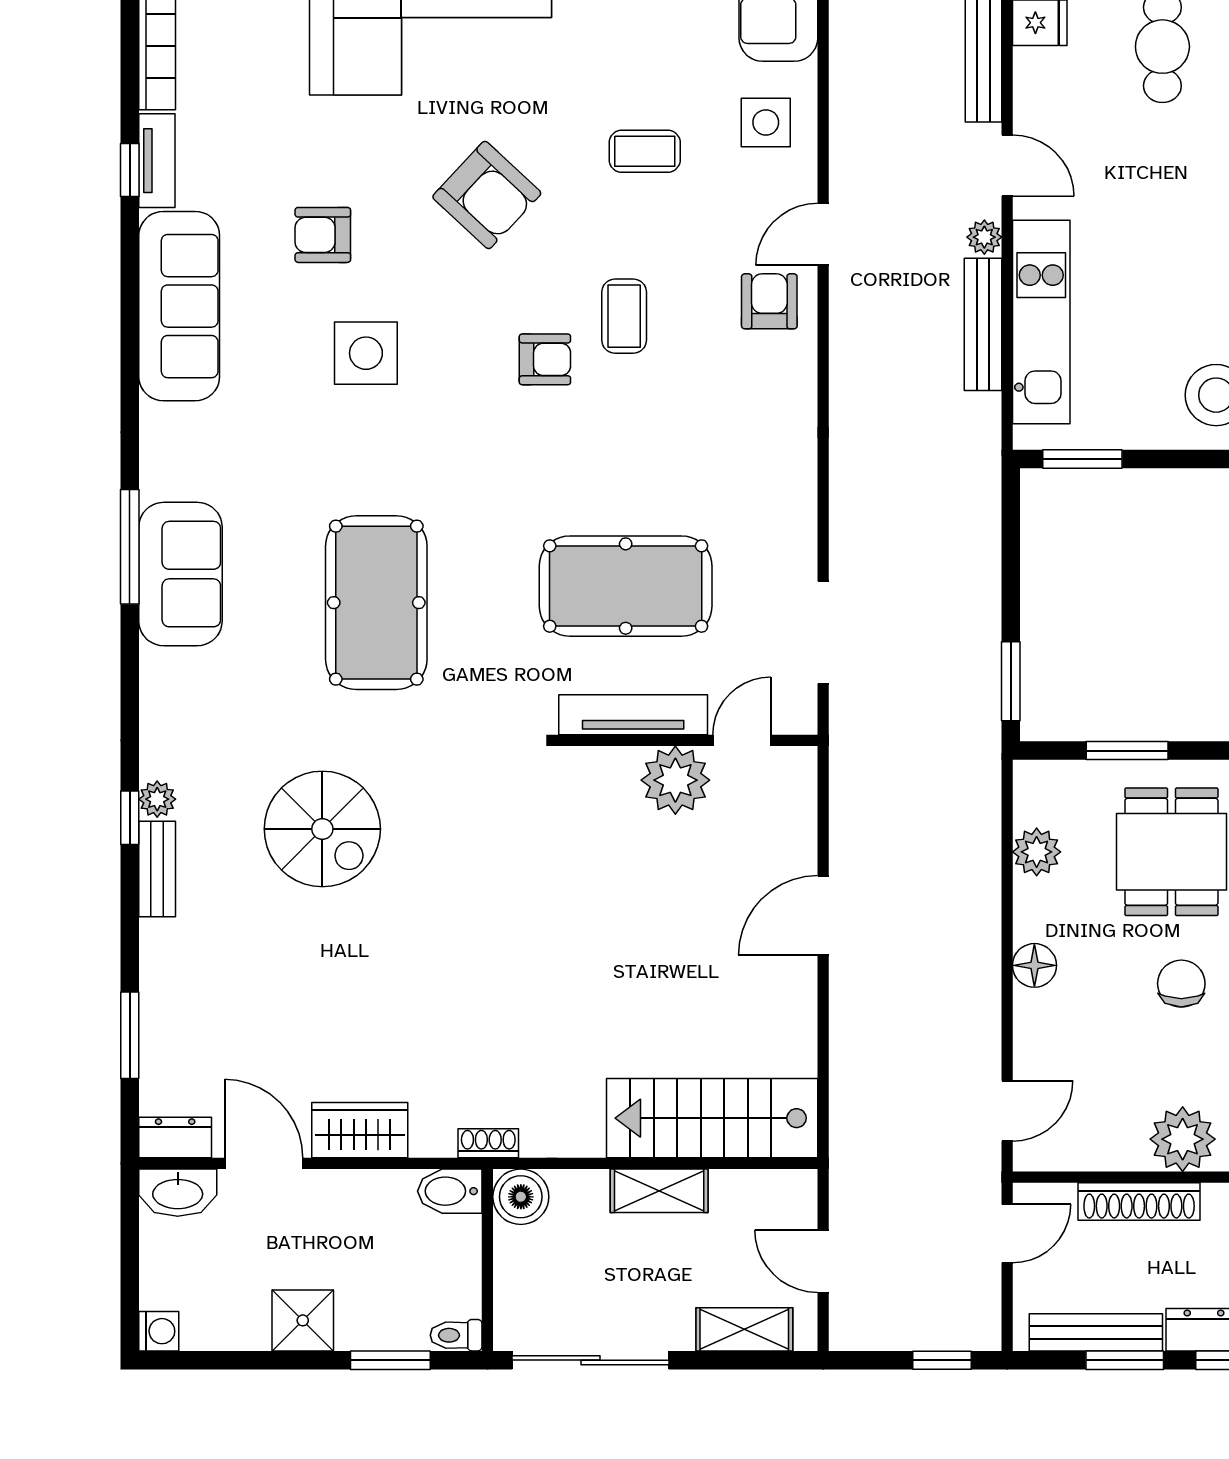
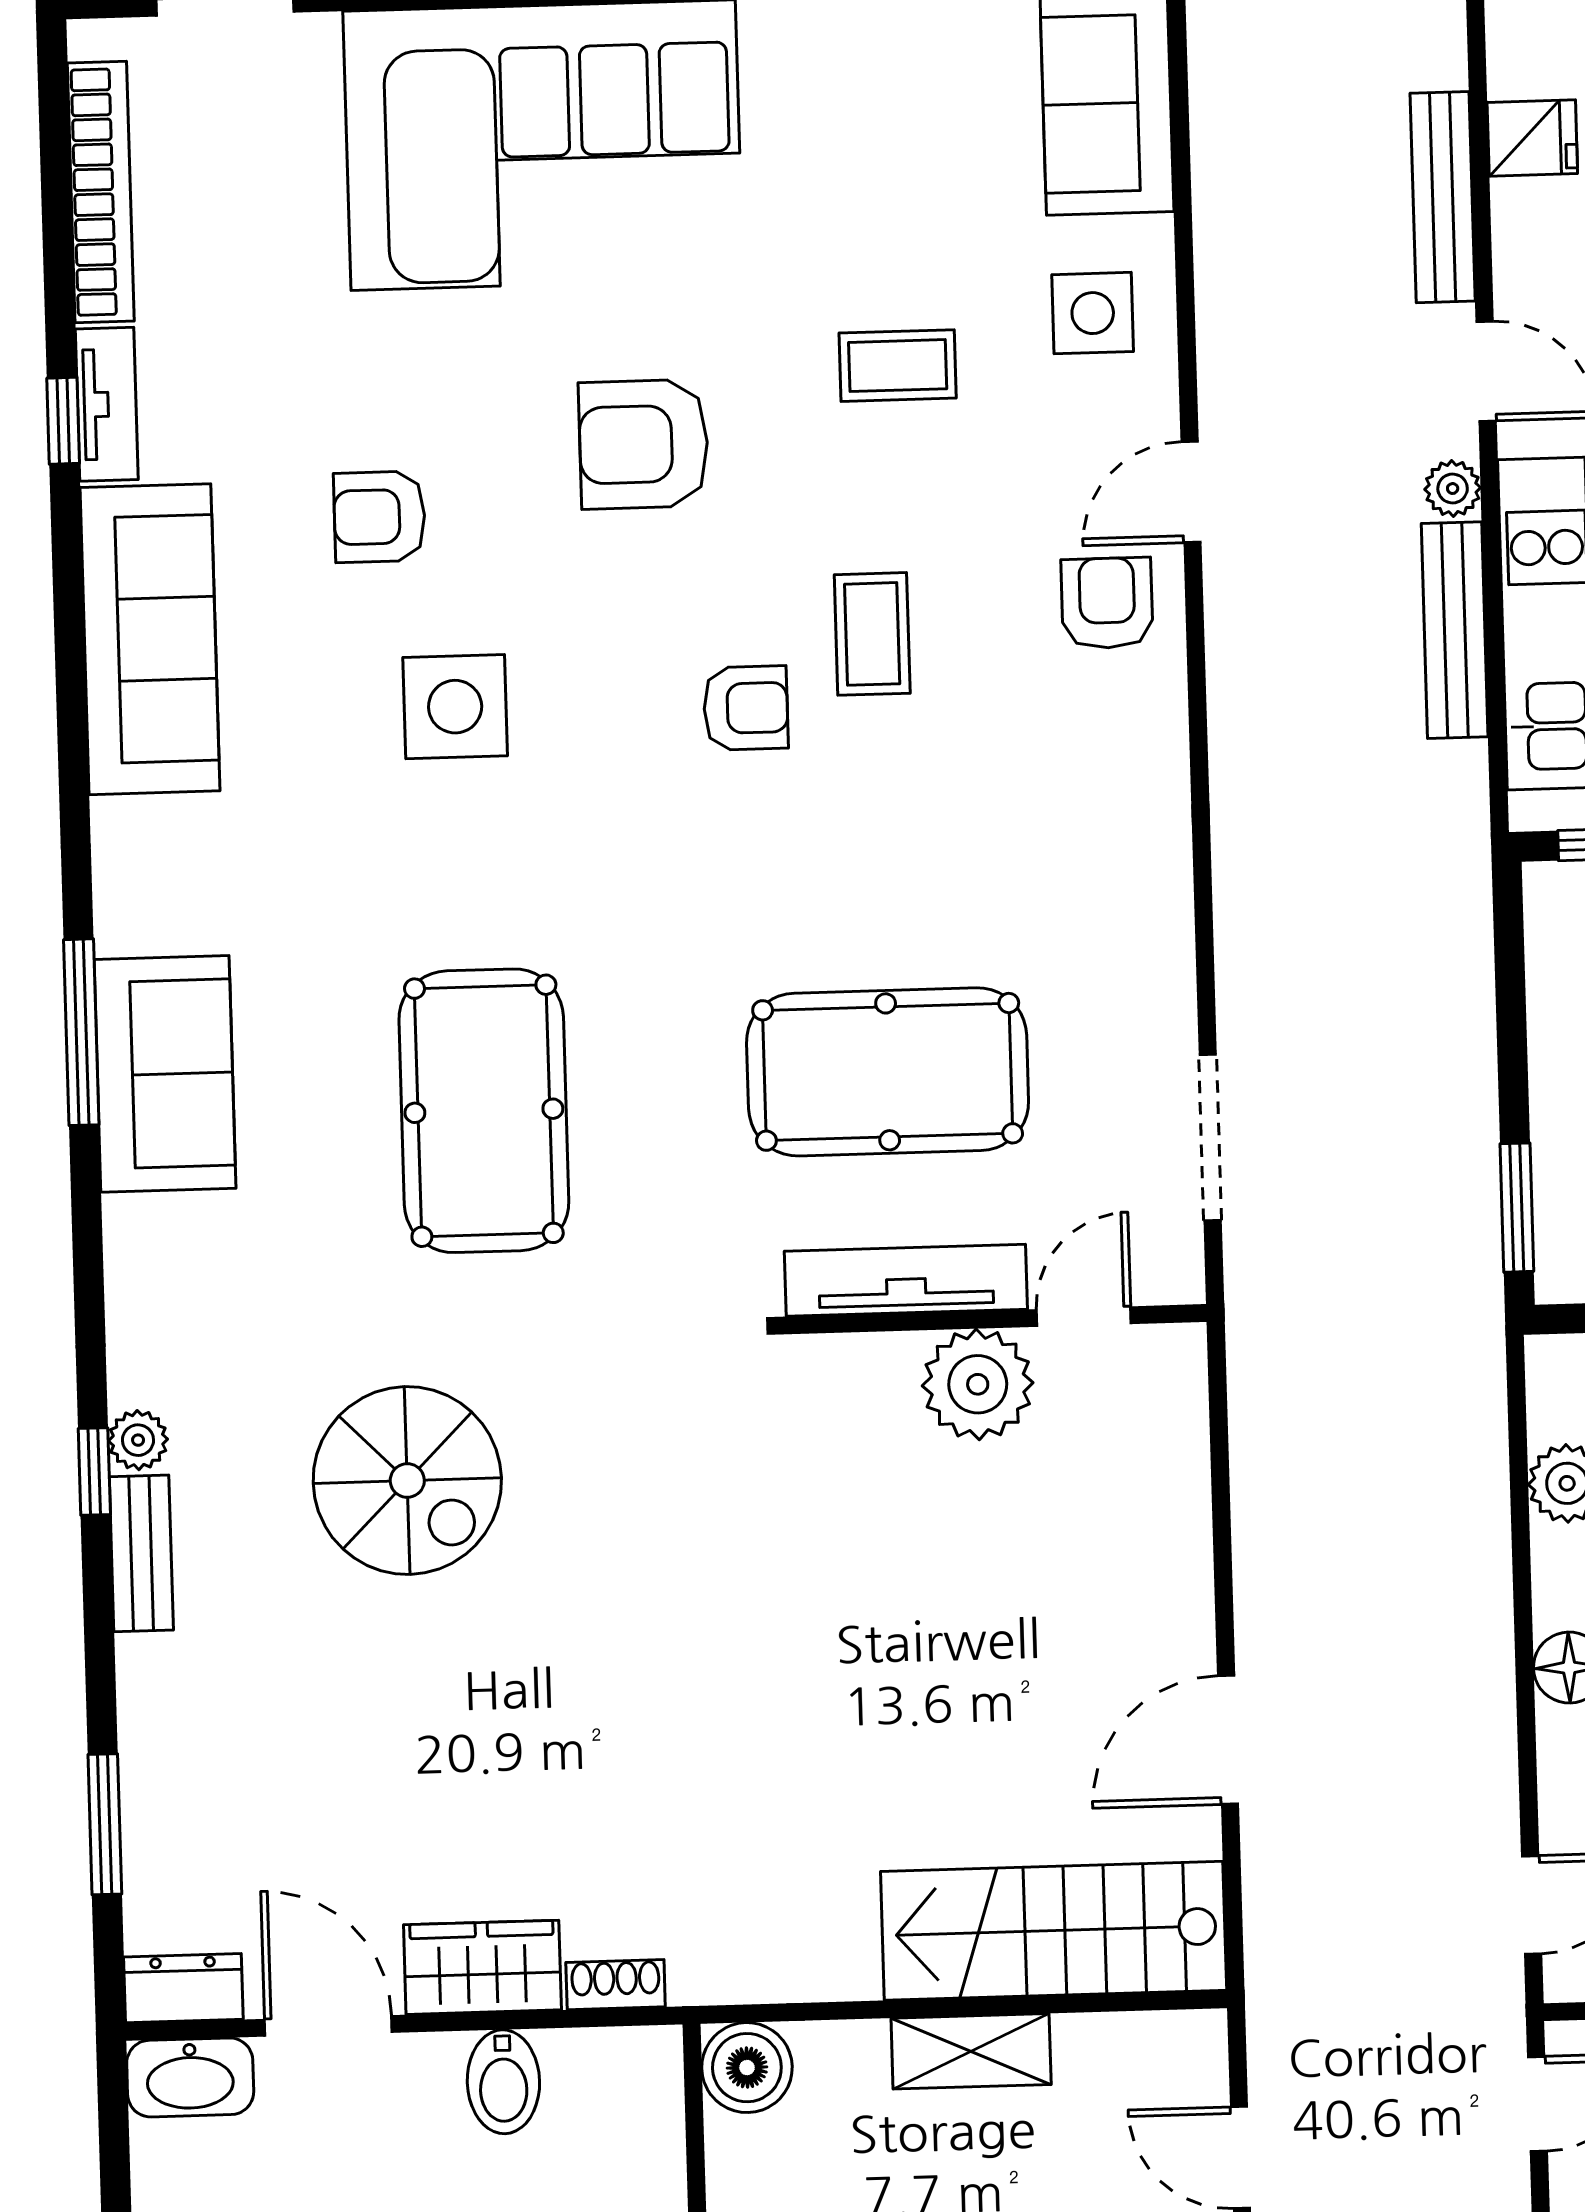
armchair: (487, 195) -> (644, 444), turned 137
door: (823, 915) -> (1228, 1740), moved
shoe rack: (488, 1143) -> (616, 1985), moved
bidet: (450, 1191) -> (503, 2082), moved, turned -90

